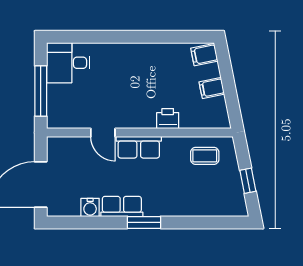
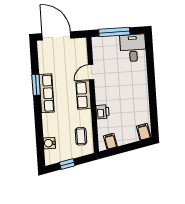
filing cabinet: (212, 88) -> (110, 141), moved
water cooler: (90, 207) -> (49, 143), moved
row of seats: (122, 207) -> (47, 93), width x1.48
window: (144, 222) -> (36, 85), moved

